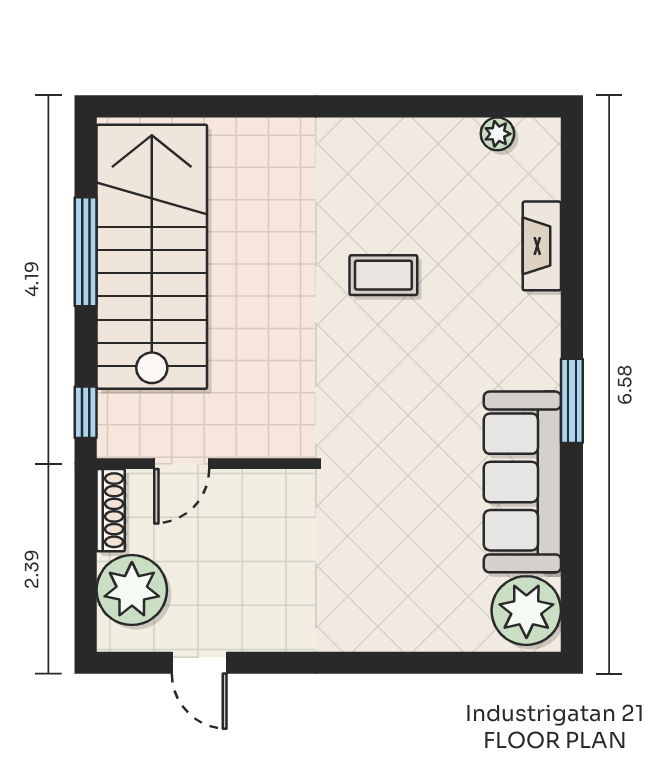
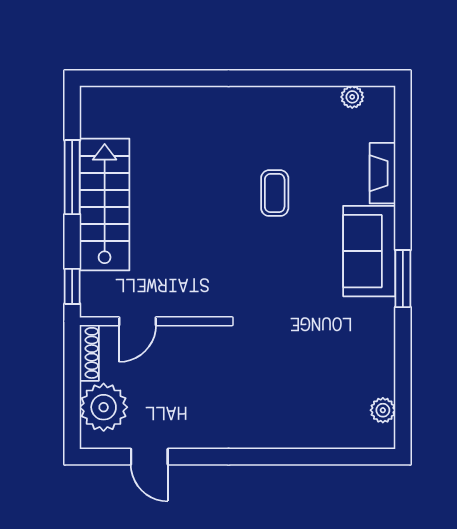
stairs: (152, 257) -> (105, 205), width x0.73, depth x0.66
coffee table: (383, 275) -> (275, 193), turned 90
sofa: (522, 482) -> (369, 251), moved, width x0.73
plant: (526, 611) -> (383, 410), width x0.53, depth x0.53

